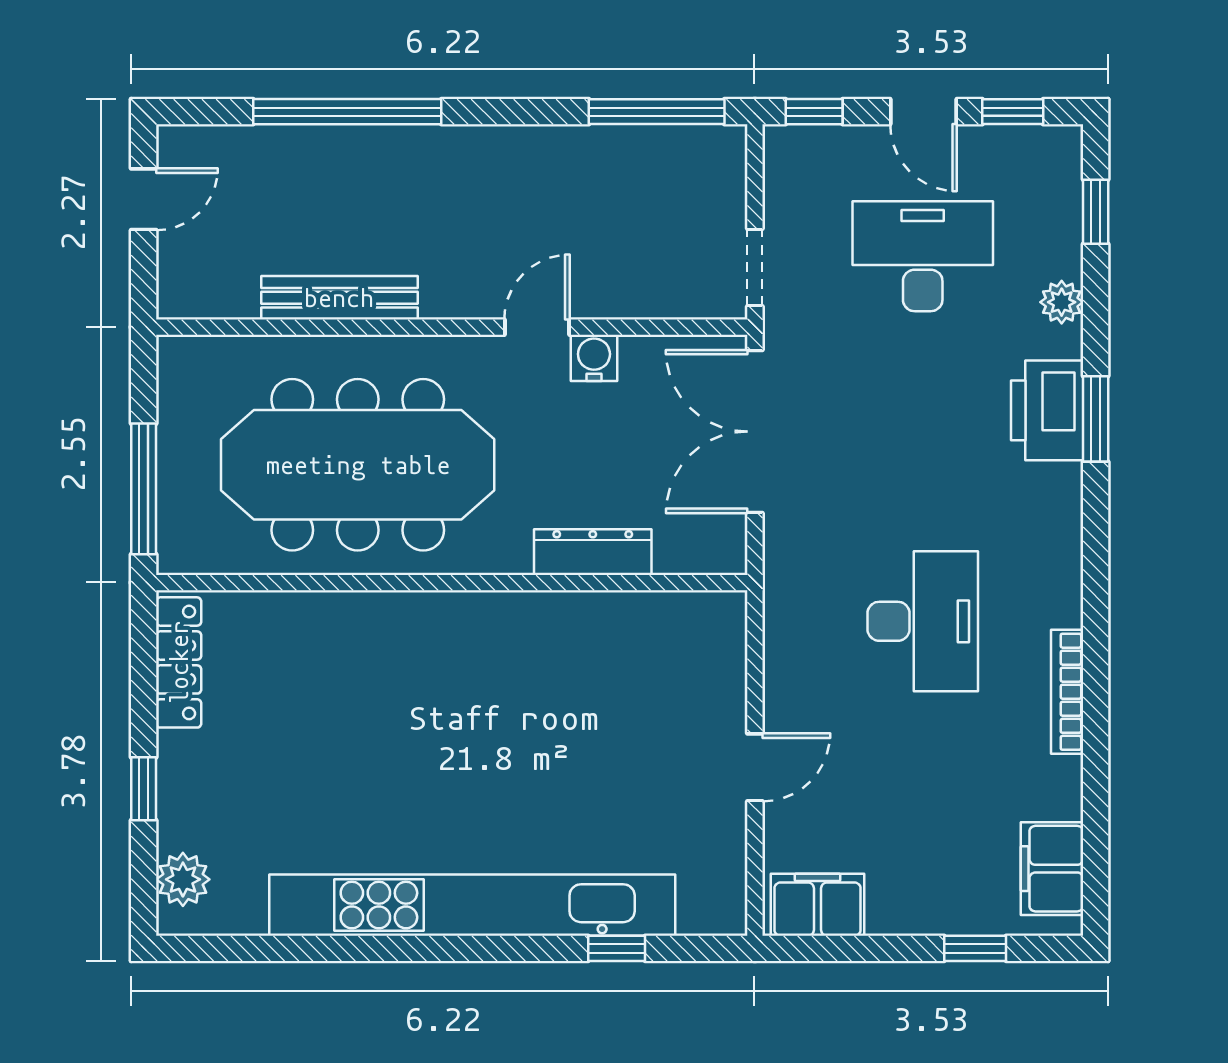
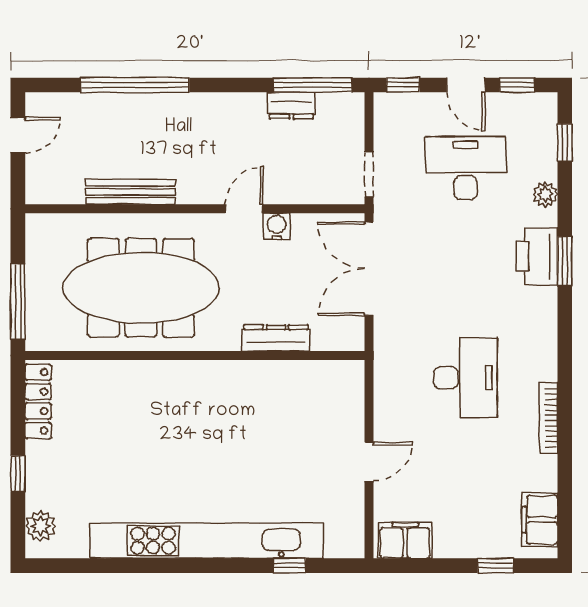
dresser: (620, 148) -> (291, 106), added

